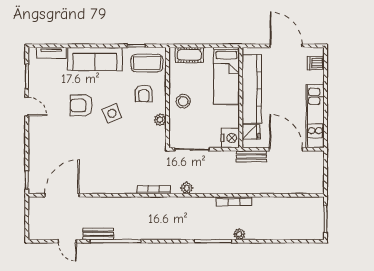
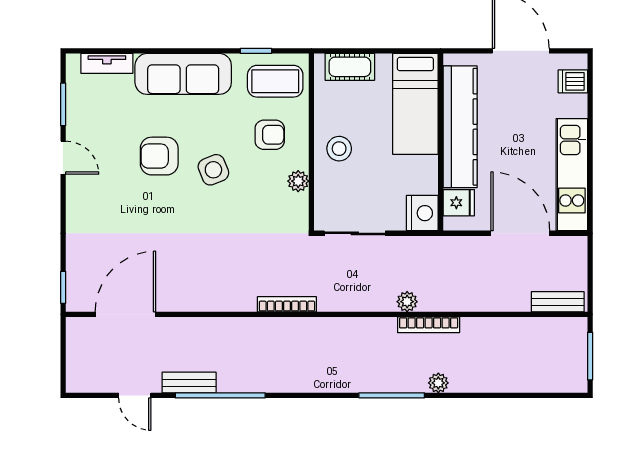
armchair: (144, 93) -> (270, 135), turned -90
bench: (251, 156) -> (558, 302), moved
plant: (187, 188) -> (407, 302), moved

